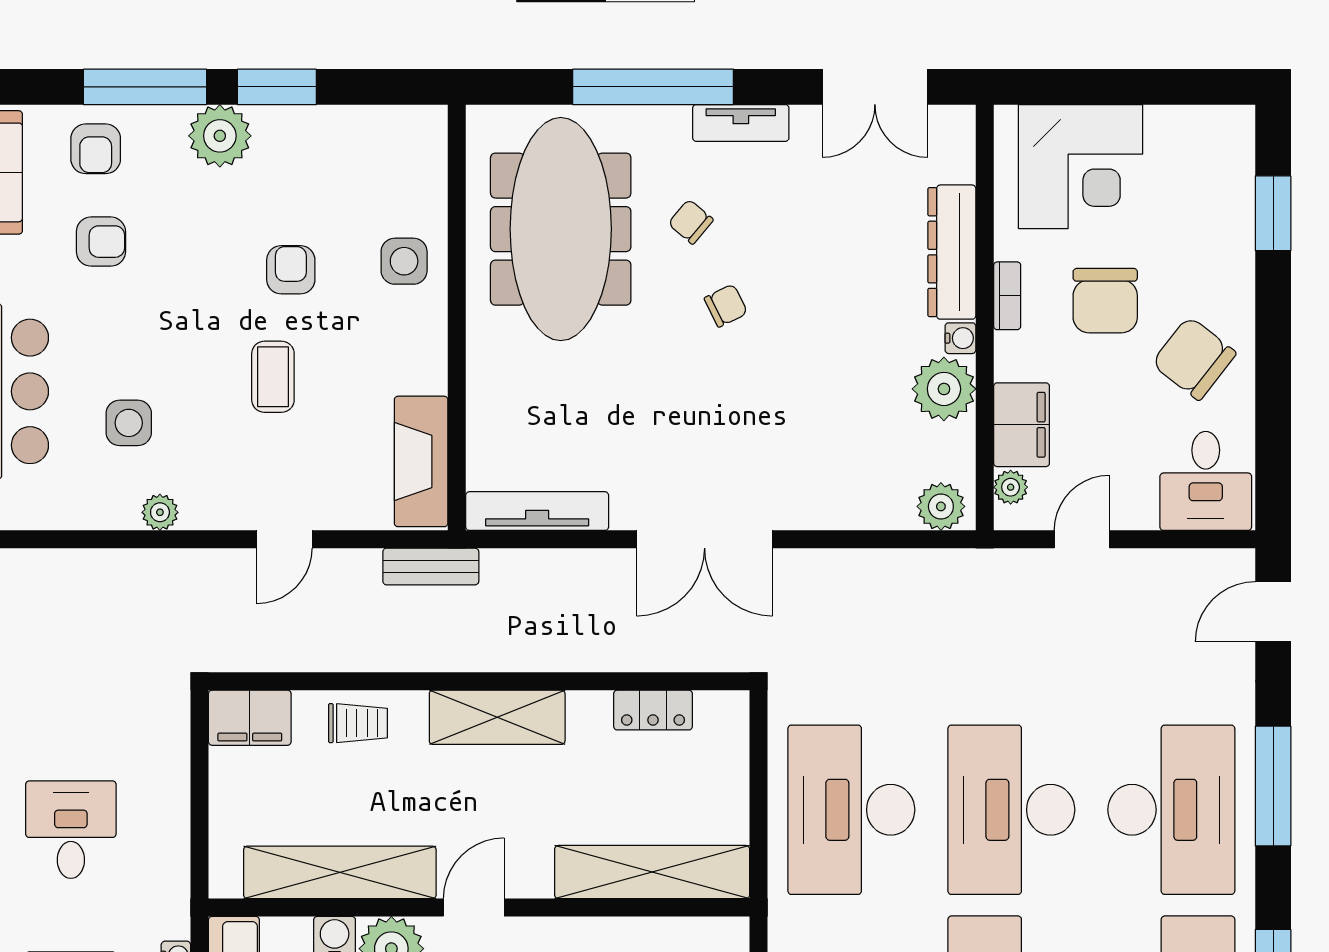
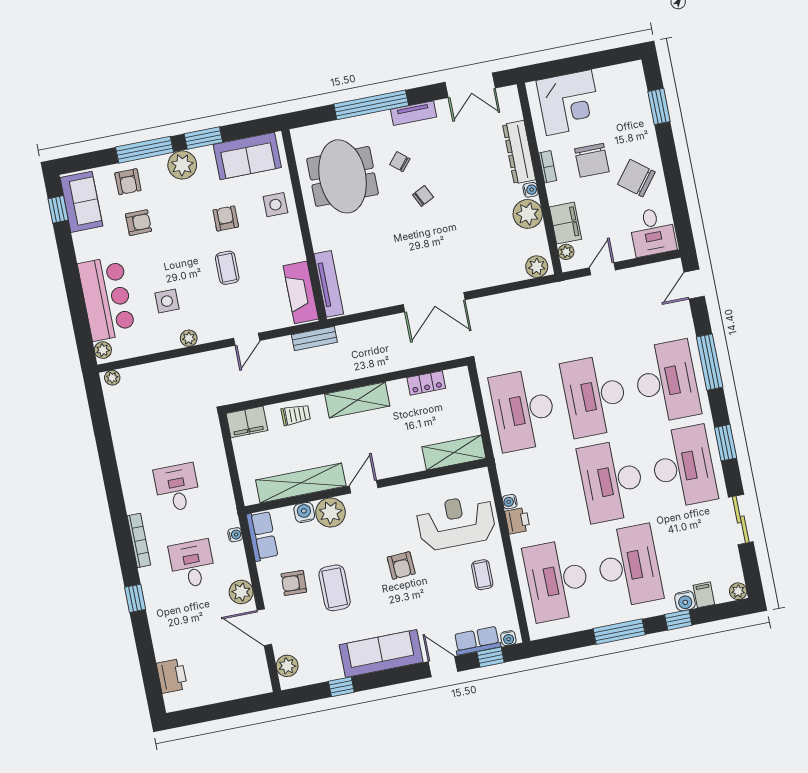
sofa: (364, 144) -> (247, 156), added
meeting table: (561, 229) -> (343, 176), width x0.73
tv unit: (537, 511) -> (329, 284), moved, turned 90
shelving: (652, 872) -> (454, 453), width x0.68

